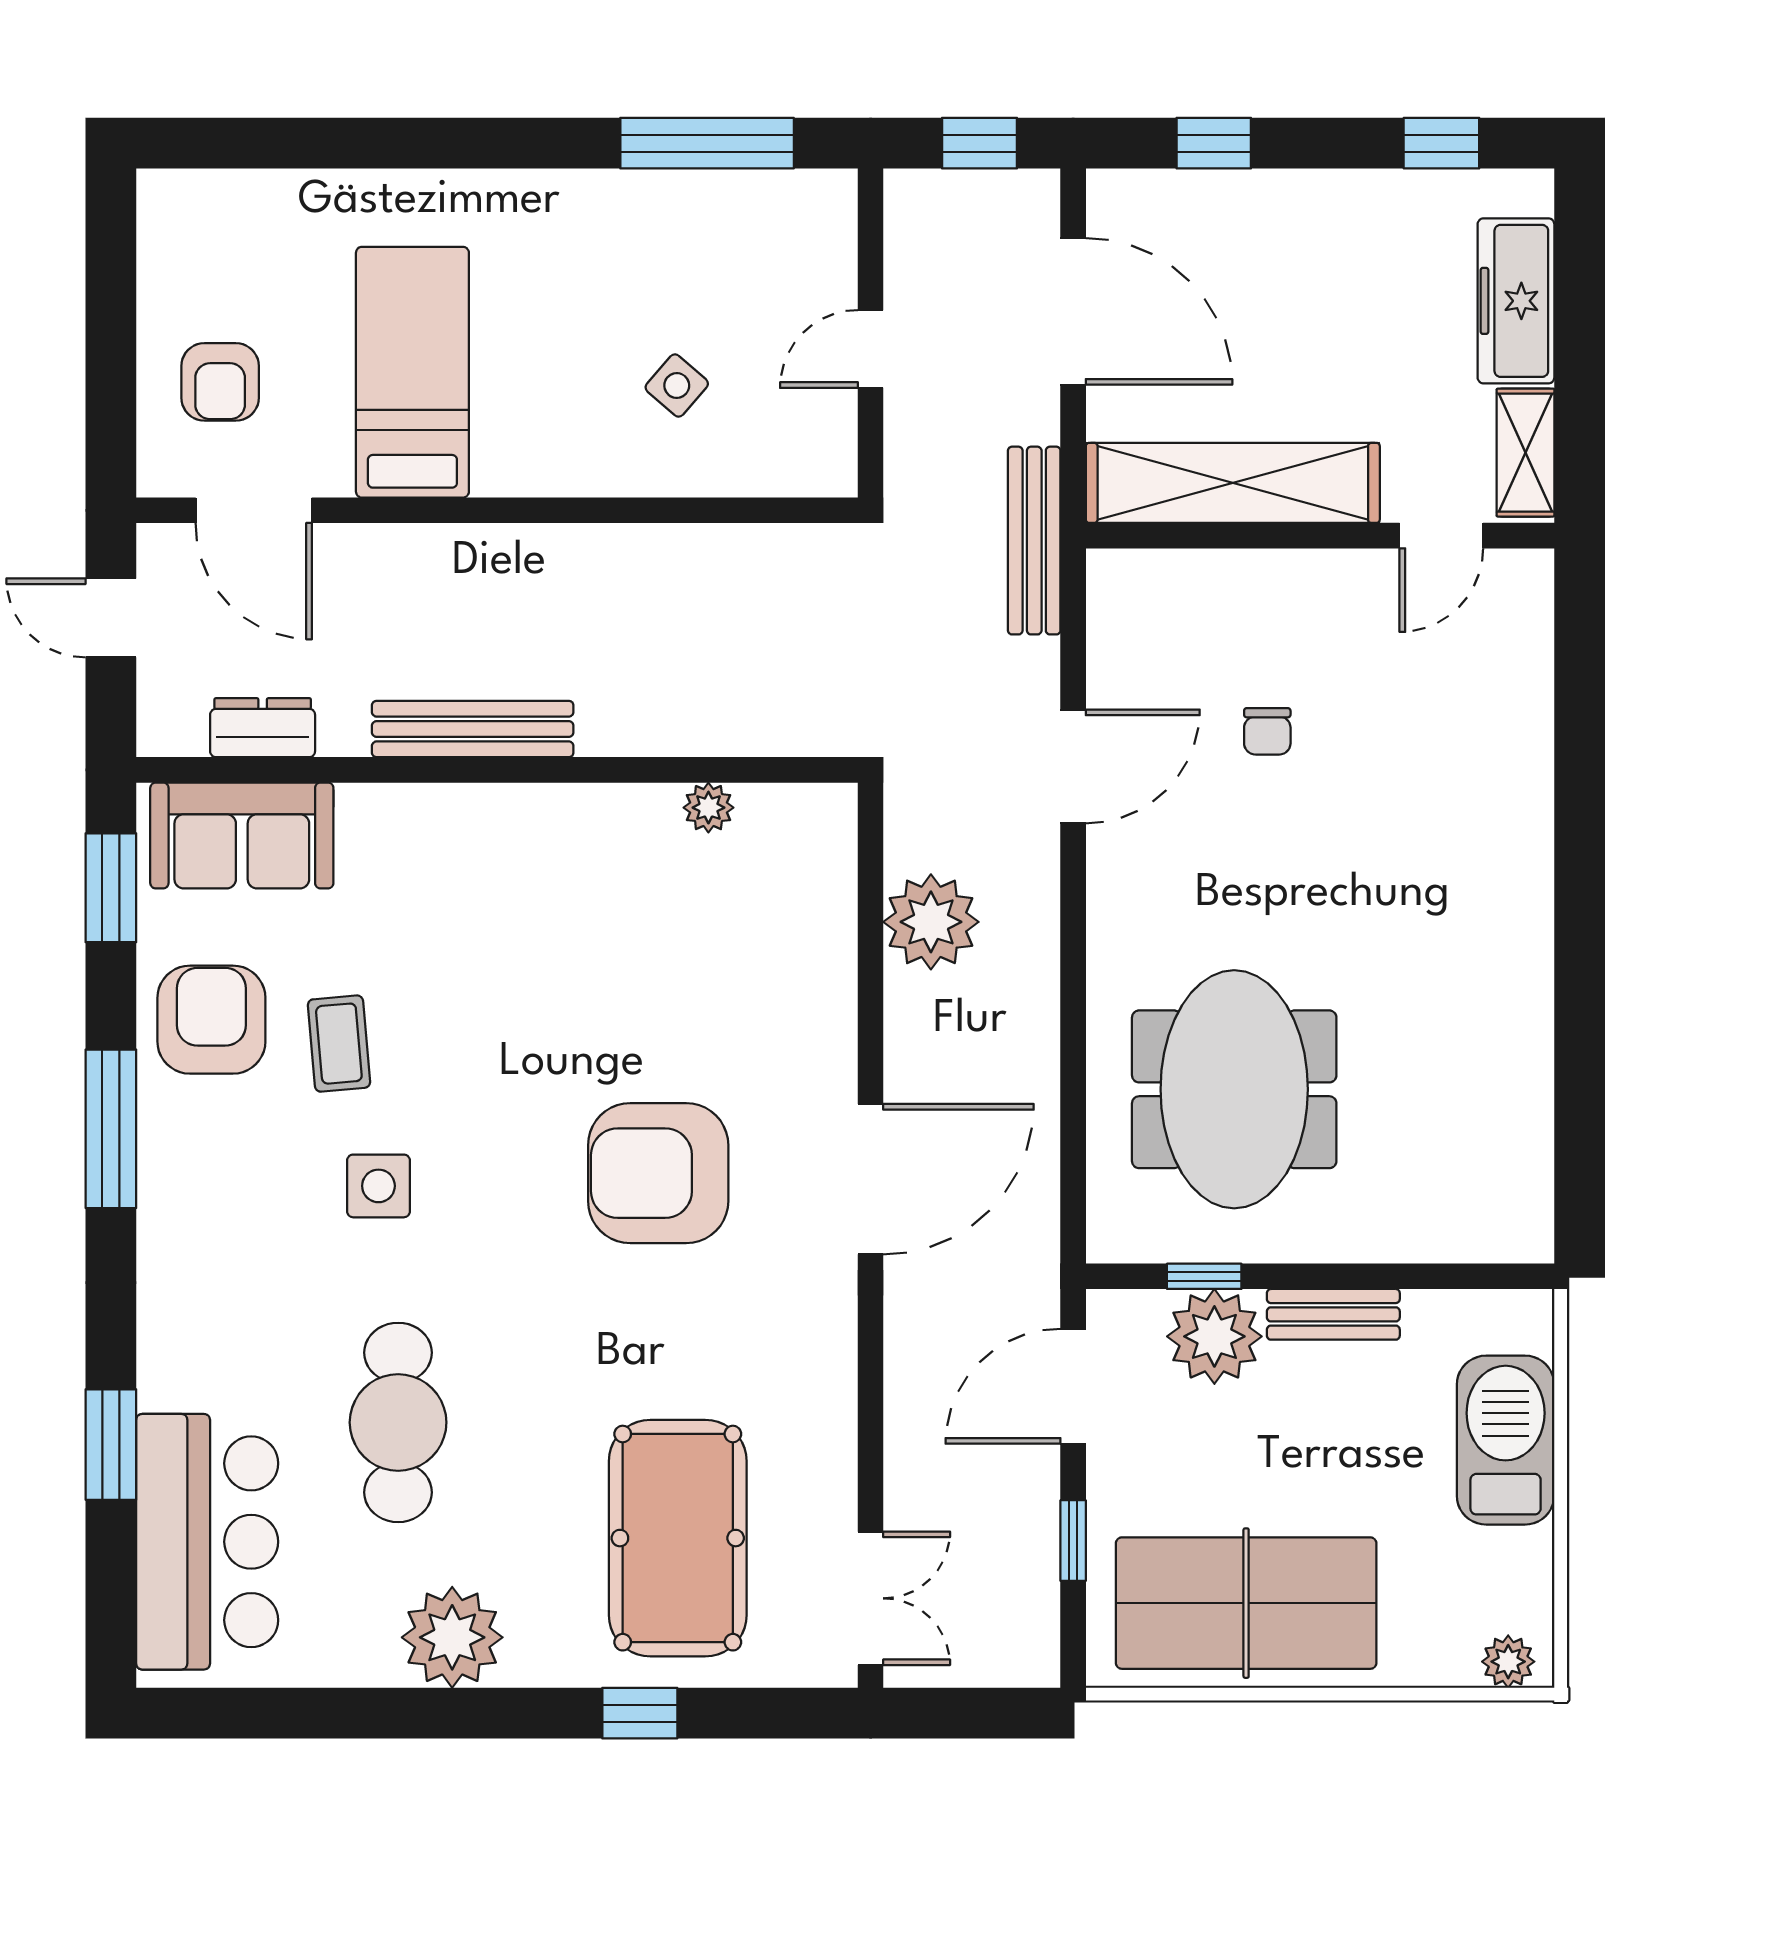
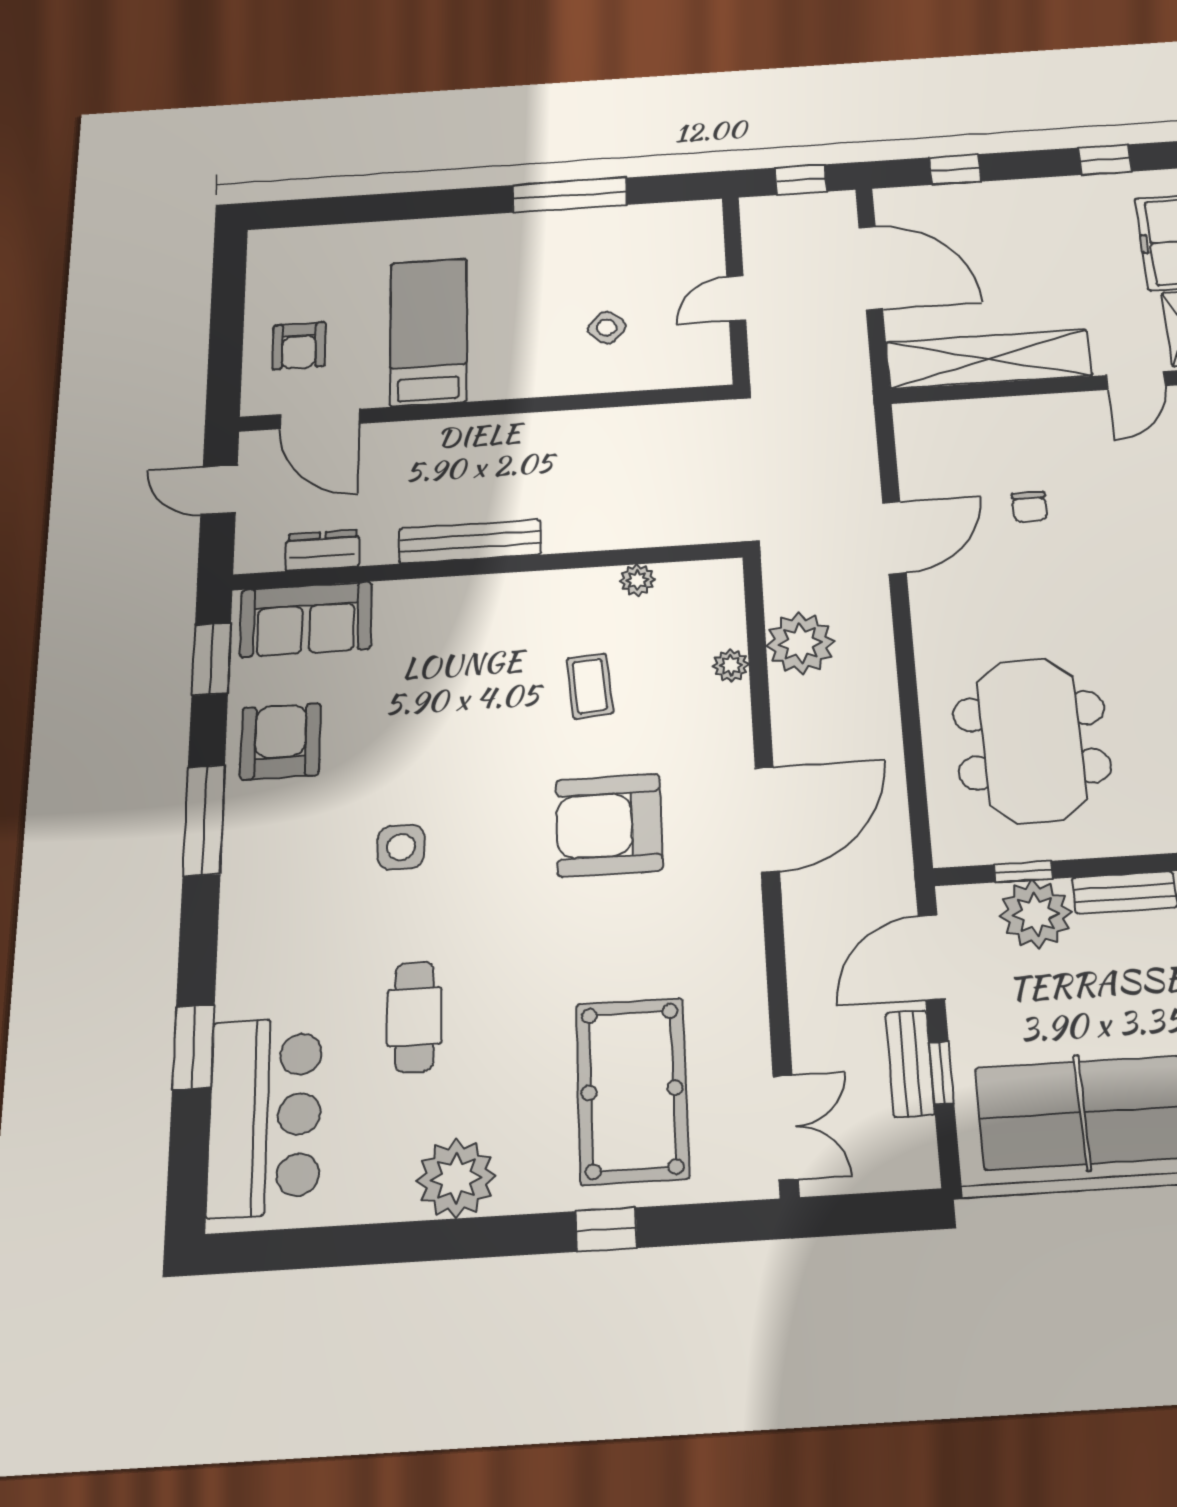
window: (707, 143) -> (569, 195), moved
bench: (1034, 541) -> (910, 1064), moved, width x0.73
plant: (833, 949) -> (731, 665), added
coffee table: (339, 1044) -> (590, 686), moved
cafe table: (398, 1422) -> (414, 1017), width x0.73, depth x0.74

